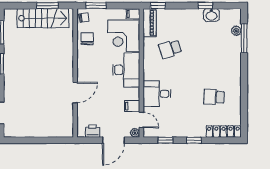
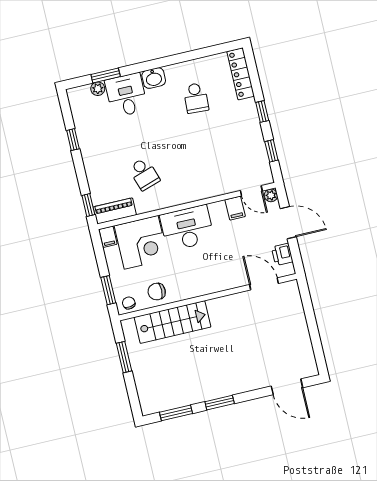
washbasin: (211, 15) -> (154, 78), moved, turned 90
stairs: (43, 18) -> (173, 322), moved, turned 90
window: (244, 38) -> (106, 76), width x0.69
door: (75, 93) -> (264, 284), moved
desk: (157, 94) -> (126, 95), moved, turned 180
door: (141, 120) -> (251, 191), swing flipped

